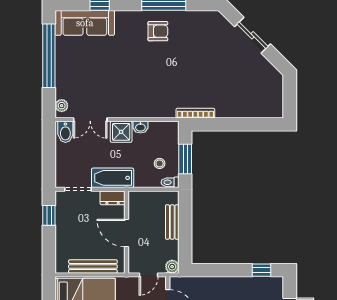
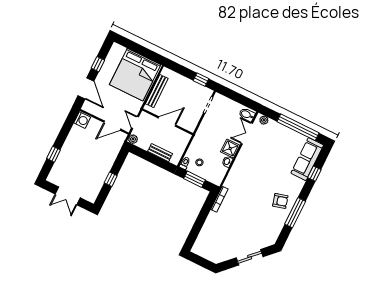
armchair: (158, 31) -> (280, 201), turned -105
bathtub: (113, 178) -> (205, 130), removed
dresser: (113, 198) -> (193, 124), removed
window: (261, 270) -> (111, 179), moved

